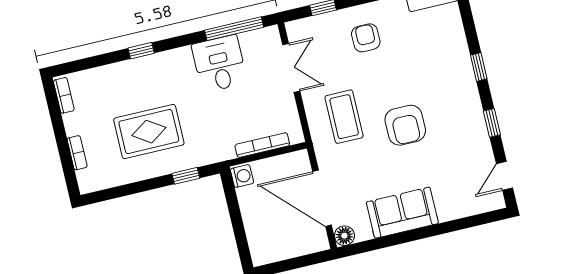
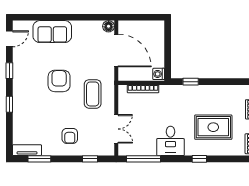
desk: (219, 64) -> (170, 141), moved
double door: (291, 68) -> (116, 129), swing flipped
rug: (149, 132) -> (213, 127), moved
sofa: (402, 213) -> (52, 32), moved

